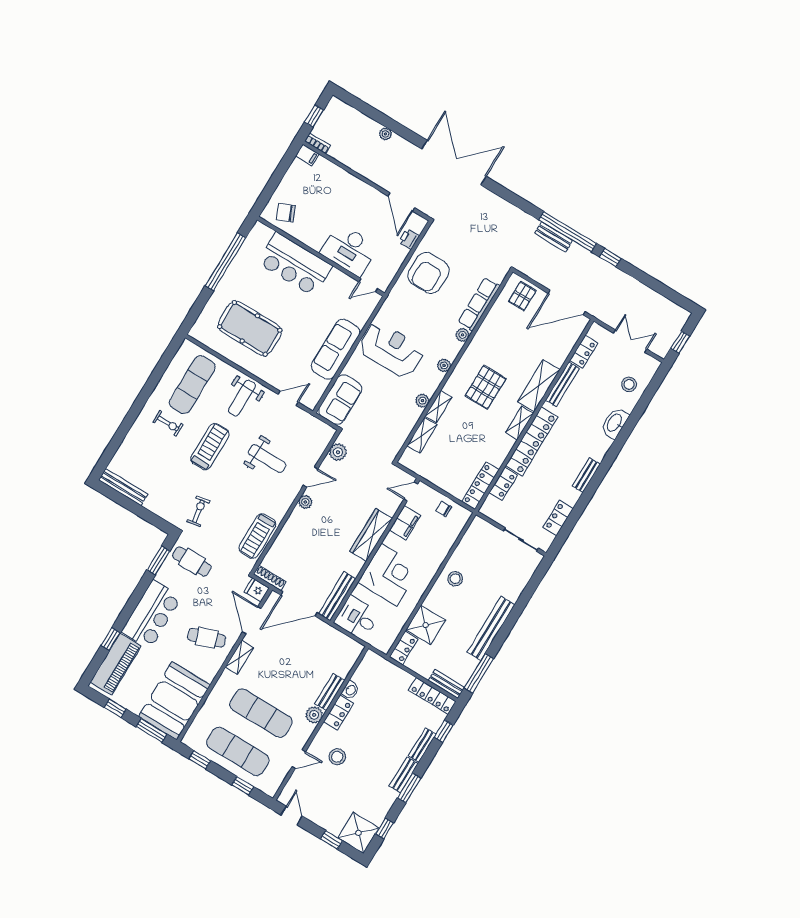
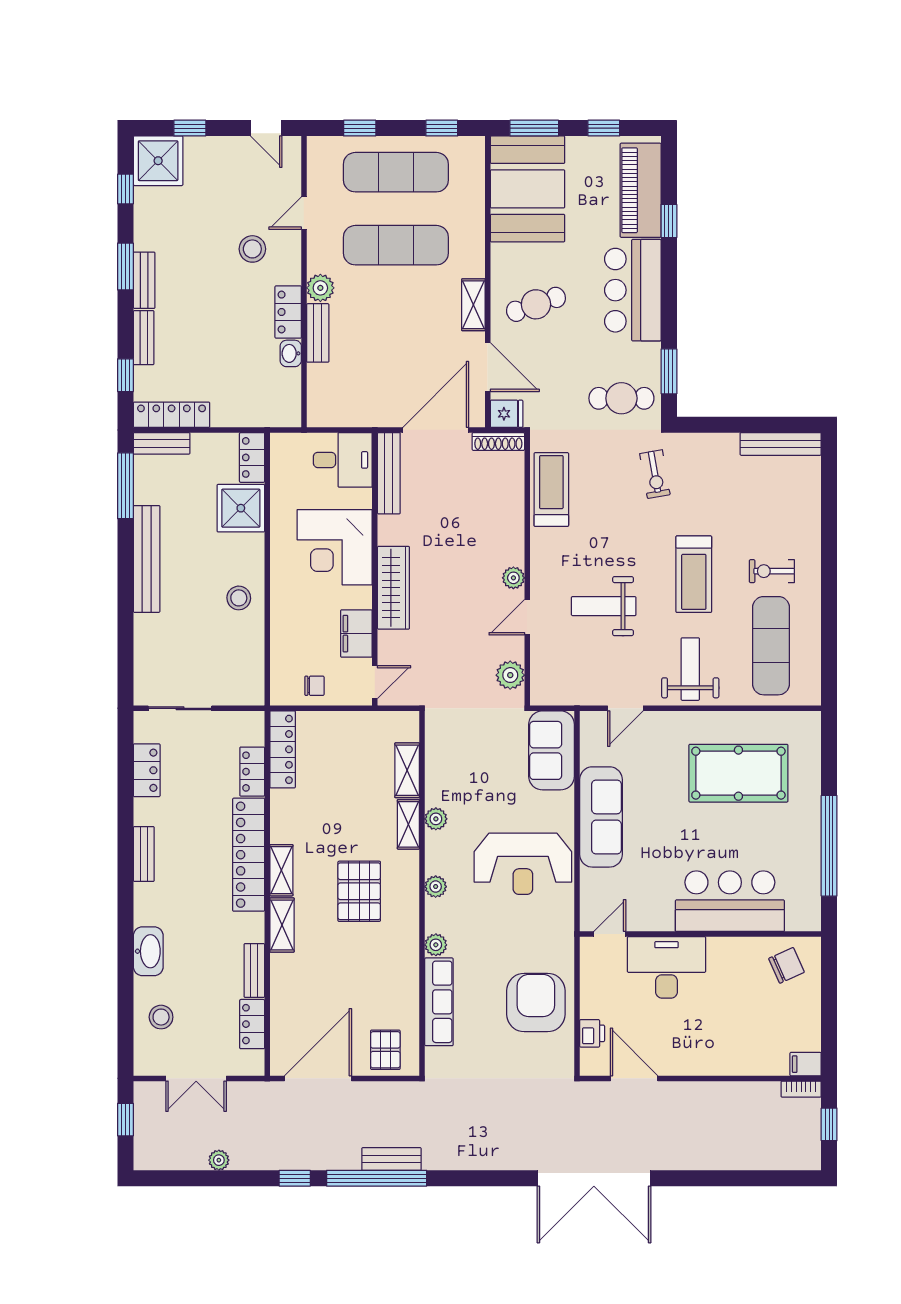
plant: (385, 134) -> (219, 1160), moved
bench: (562, 384) -> (254, 971), width x0.73
shelving: (539, 386) -> (282, 925), width x0.67, depth x0.75

